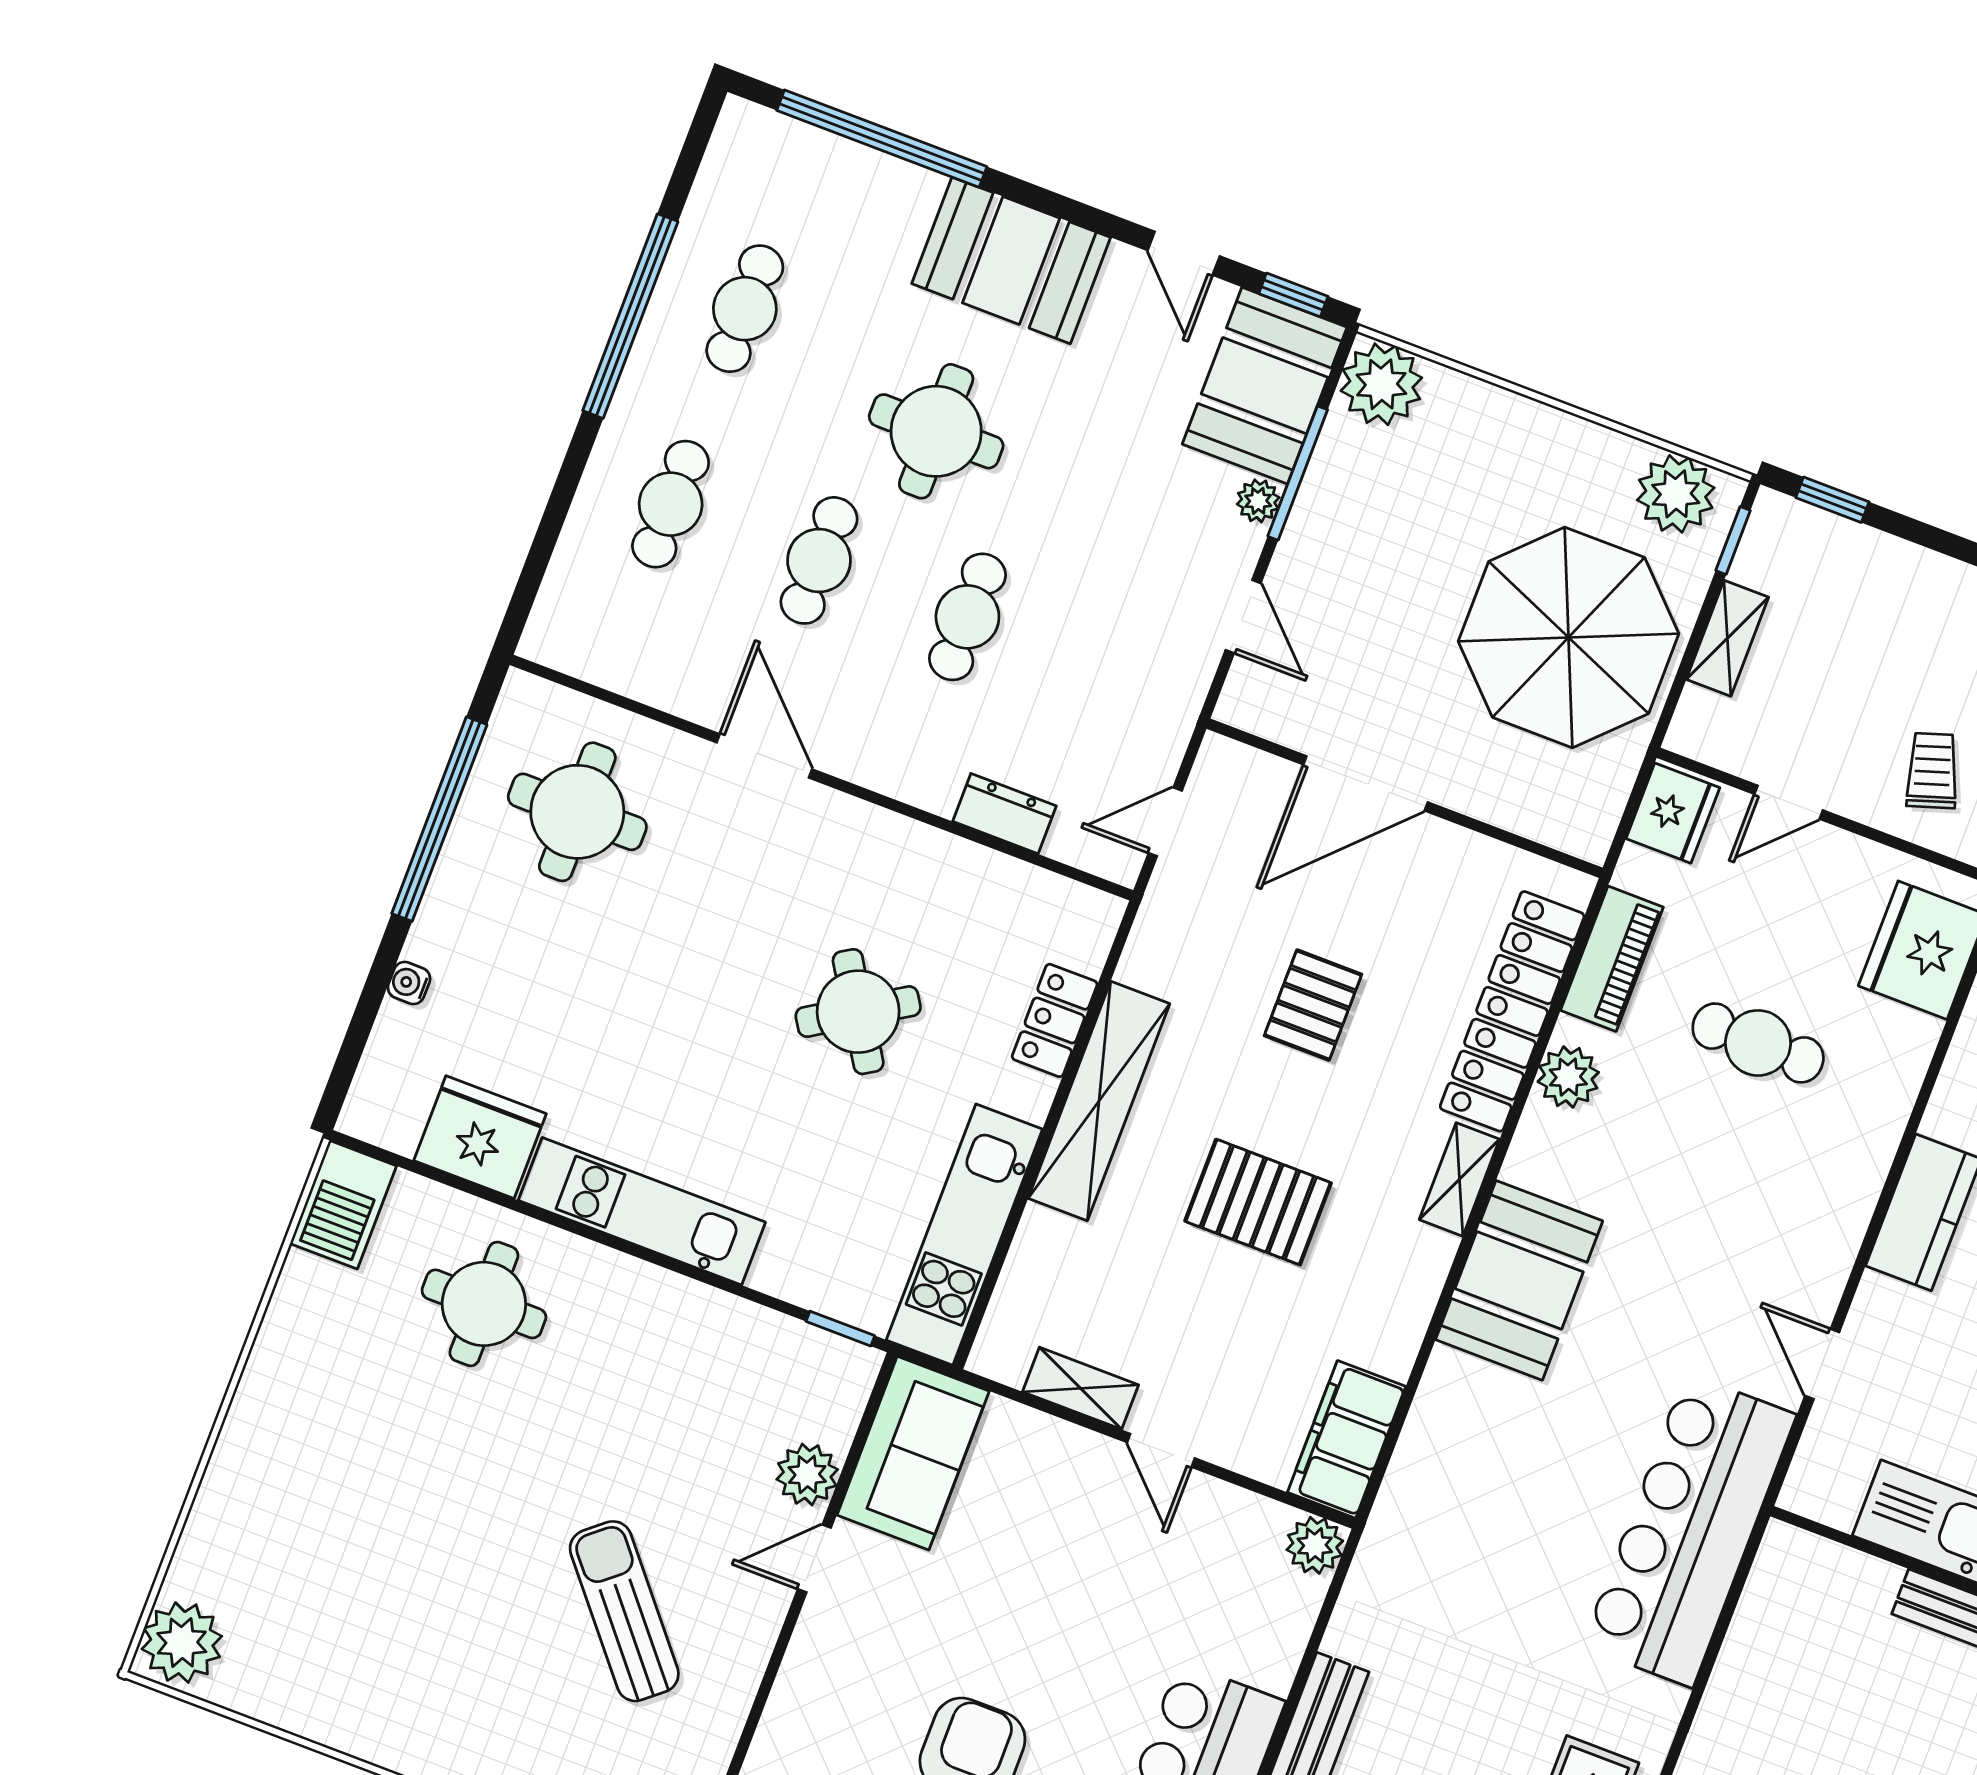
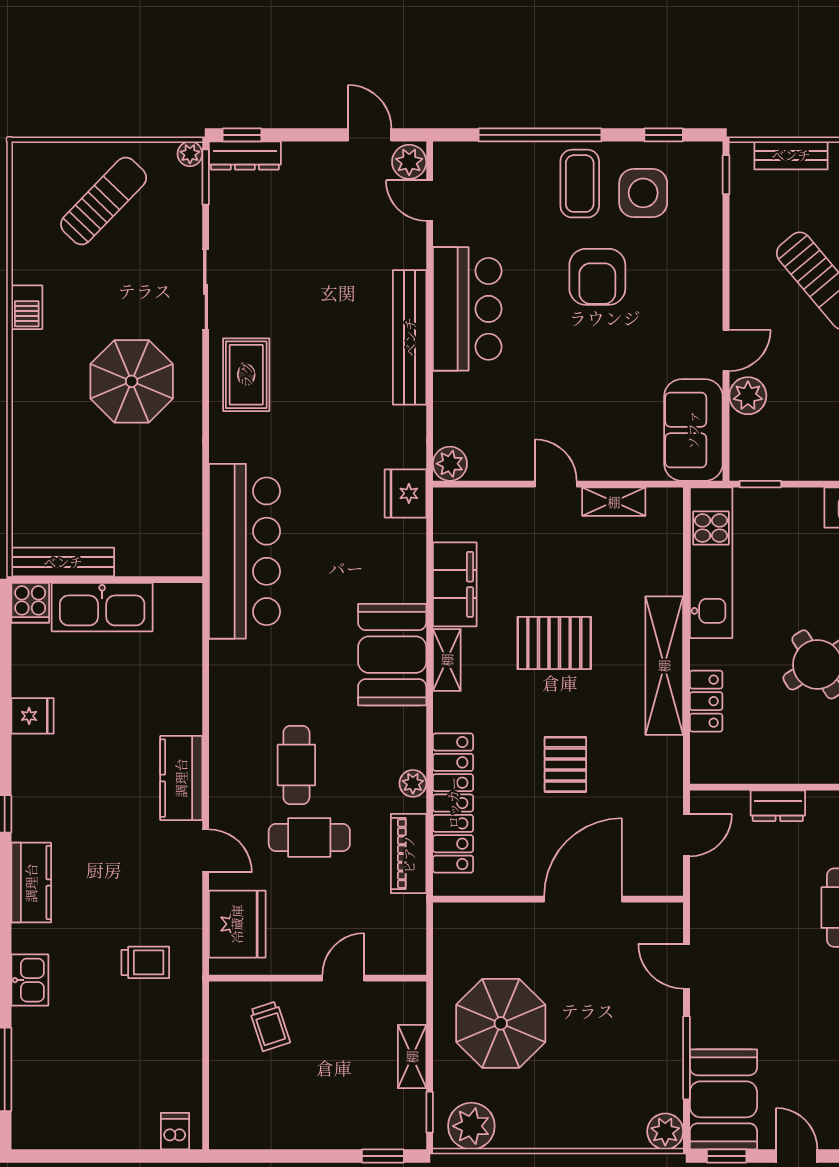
plant: (1381, 384) -> (665, 1131), width x0.73, depth x0.73
plant: (1258, 501) -> (703, 1034), removed
parasol: (1569, 637) -> (501, 1023), width x0.73, depth x0.73
fridge: (1673, 813) -> (405, 493), moved
plant: (1568, 1077) -> (413, 783), width x0.73, depth x0.73
cafe table: (1735, 1164) -> (296, 765), added
shelving: (1459, 1179) -> (447, 660), moved
door: (1822, 1364) -> (206, 851), moved
filing cabinet: (1347, 1439) -> (455, 584), moved

